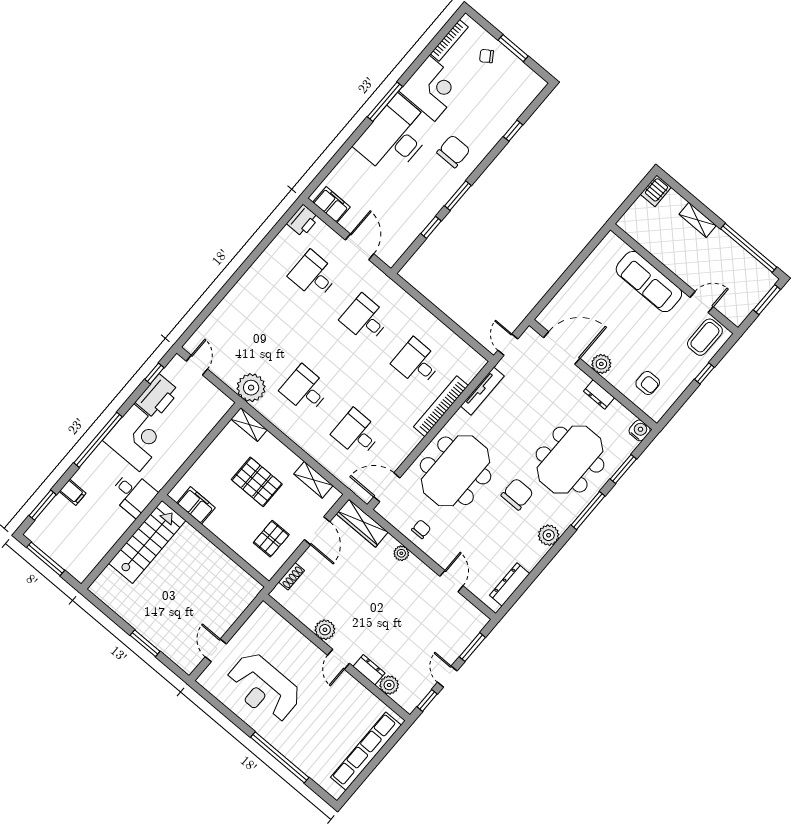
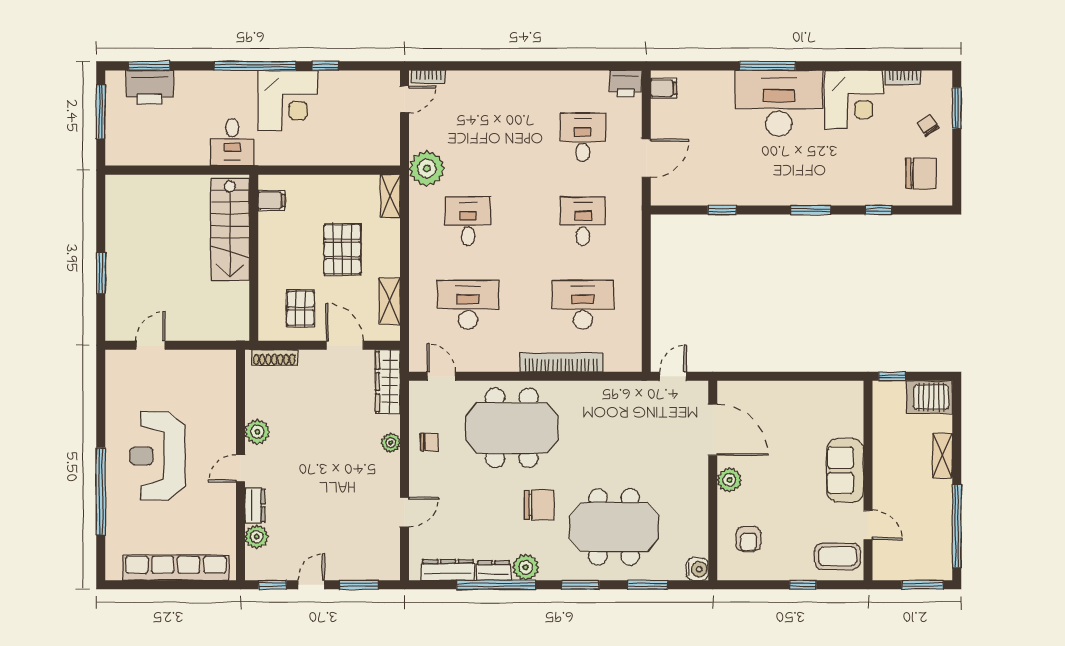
bookcase: (449, 40) -> (903, 77), width x0.64
window: (513, 48) -> (957, 108), moved
window: (385, 102) -> (767, 66), moved
chair: (453, 151) -> (921, 174), moved
server rack: (656, 191) -> (929, 397), width x1.36, depth x1.44
window: (458, 196) -> (811, 210), moved
filing cabinet: (331, 205) -> (664, 88), width x0.50
window: (622, 210) -> (892, 376), added
sofa: (649, 282) -> (845, 470), width x0.73
bookcase: (196, 339) -> (428, 77), added
desk: (417, 363) -> (583, 305), width x1.37
window: (154, 373) -> (325, 66), moved
tv unit: (482, 391) -> (609, 389), removed
dresser: (599, 394) -> (494, 571), moved, turned 90
printer: (157, 397) -> (150, 87), moved
desk: (357, 433) -> (468, 305), width x1.37
door: (387, 487) -> (441, 376), width x0.73
filing cabinet: (73, 492) -> (185, 84), removed
filing cabinet: (196, 505) -> (272, 201), width x0.50
window: (588, 511) -> (580, 585), width x0.69
door: (317, 531) -> (345, 345), swing flipped
pallet: (271, 539) -> (300, 308), turned 90
stairs: (147, 542) -> (230, 229), moved, turned 90
window: (544, 562) -> (496, 585), added
shoe rack: (291, 576) -> (274, 357), width x1.43
reception desk: (263, 688) -> (157, 456), moved

